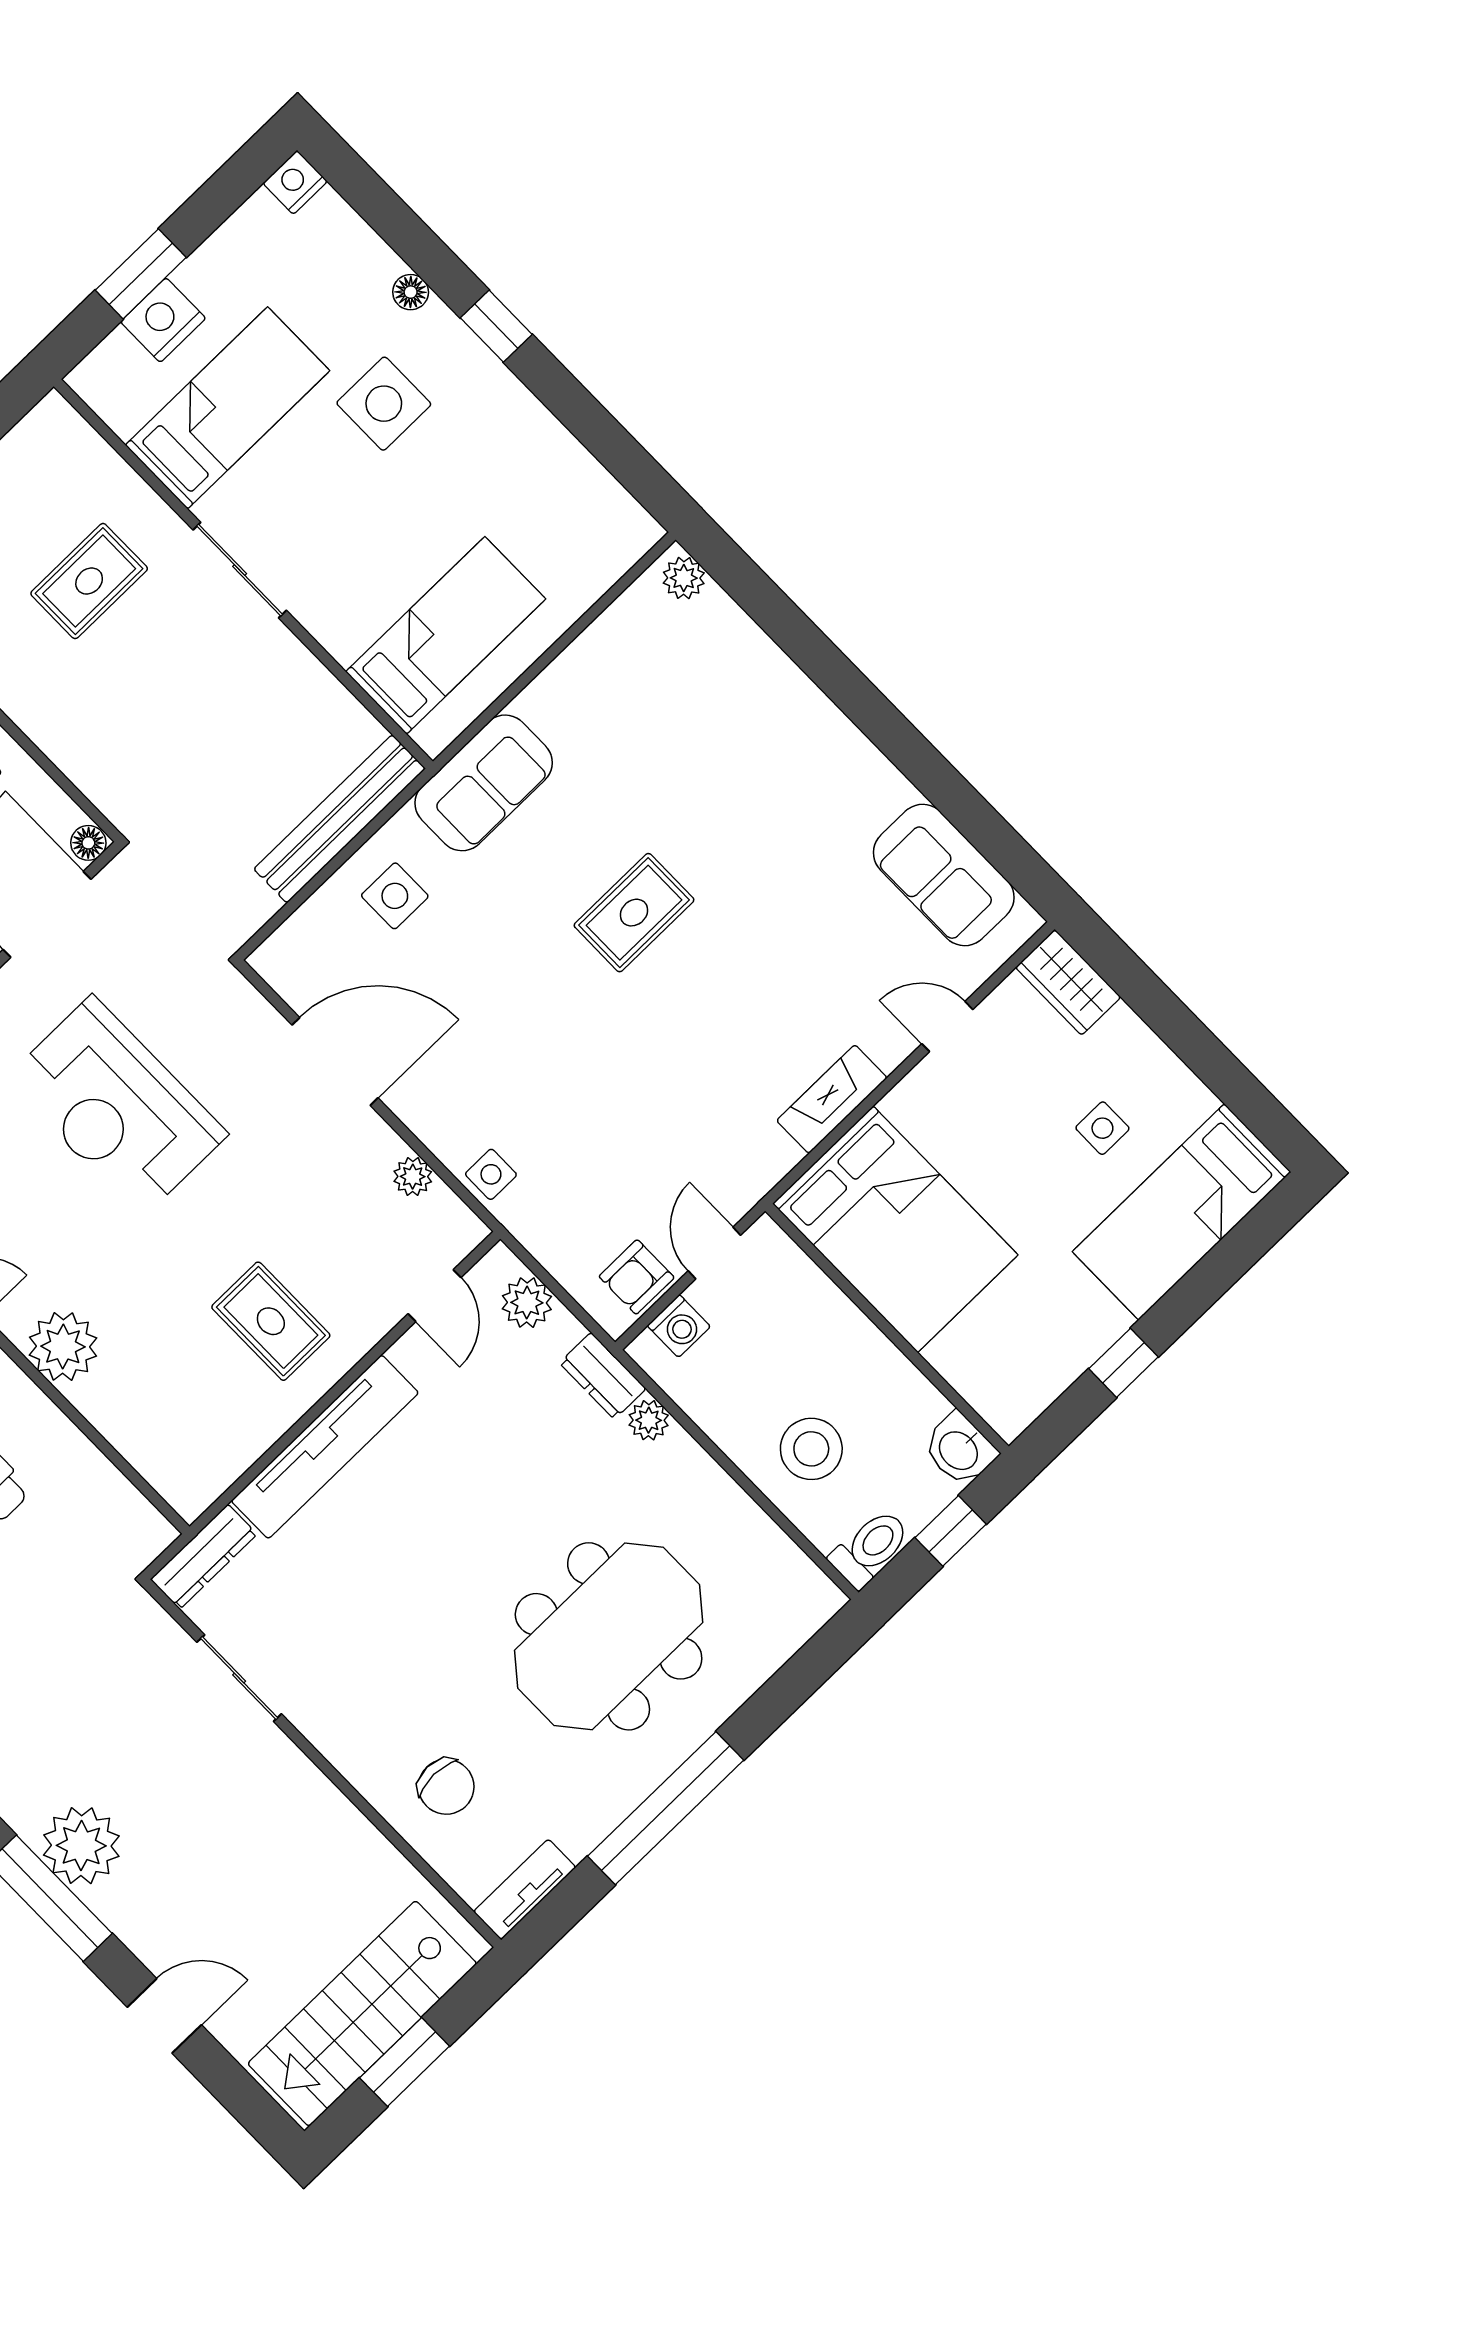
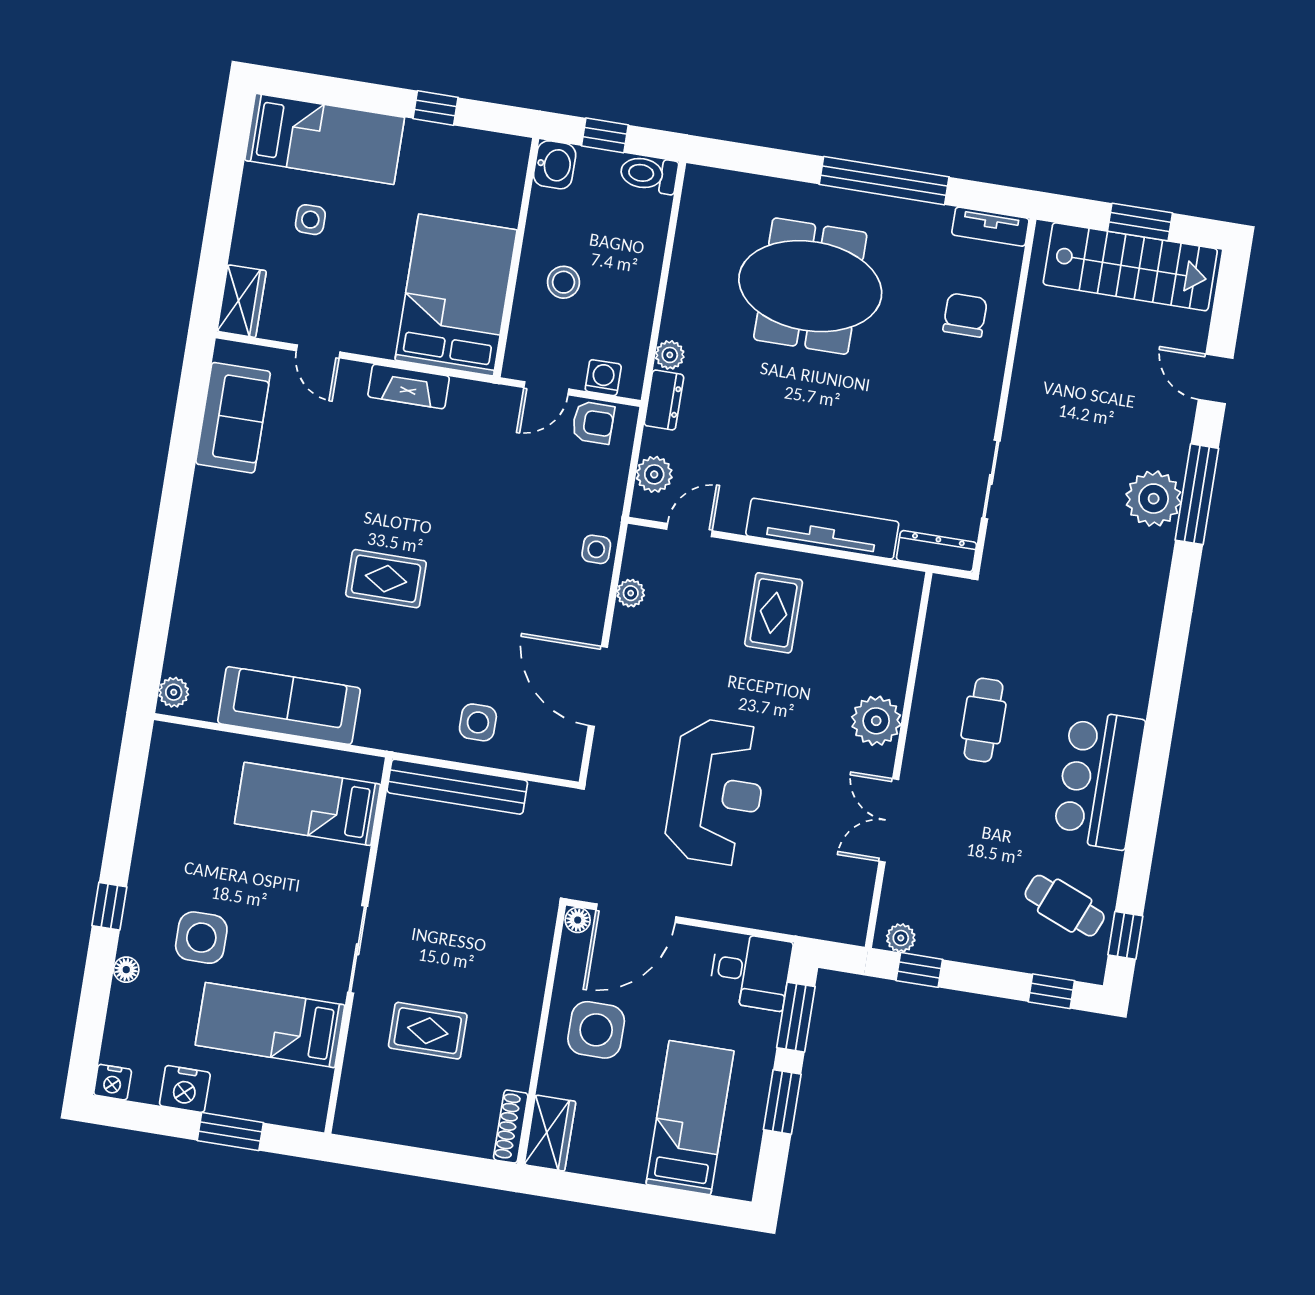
nightstand: (163, 320) -> (185, 1089), moved
sofa: (484, 783) -> (289, 706), moved, width x1.36
stool: (811, 1449) -> (563, 282), moved, width x0.73, depth x0.73

